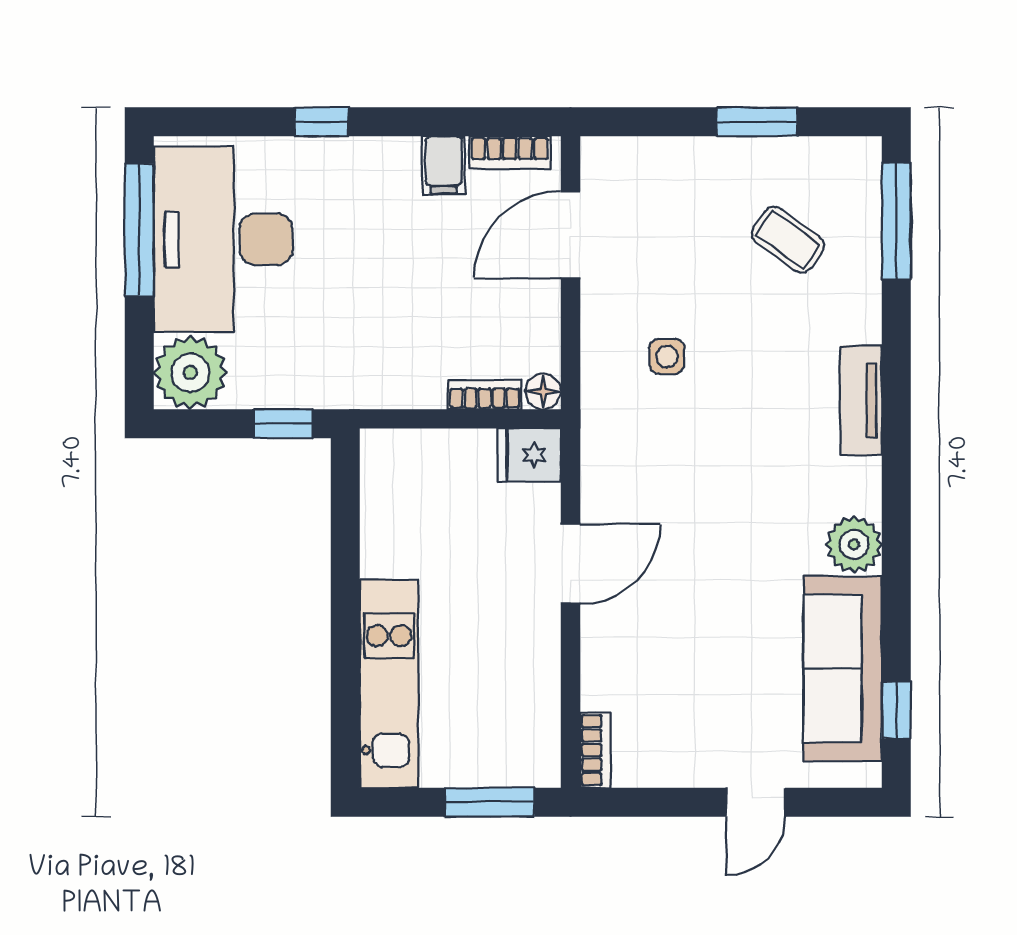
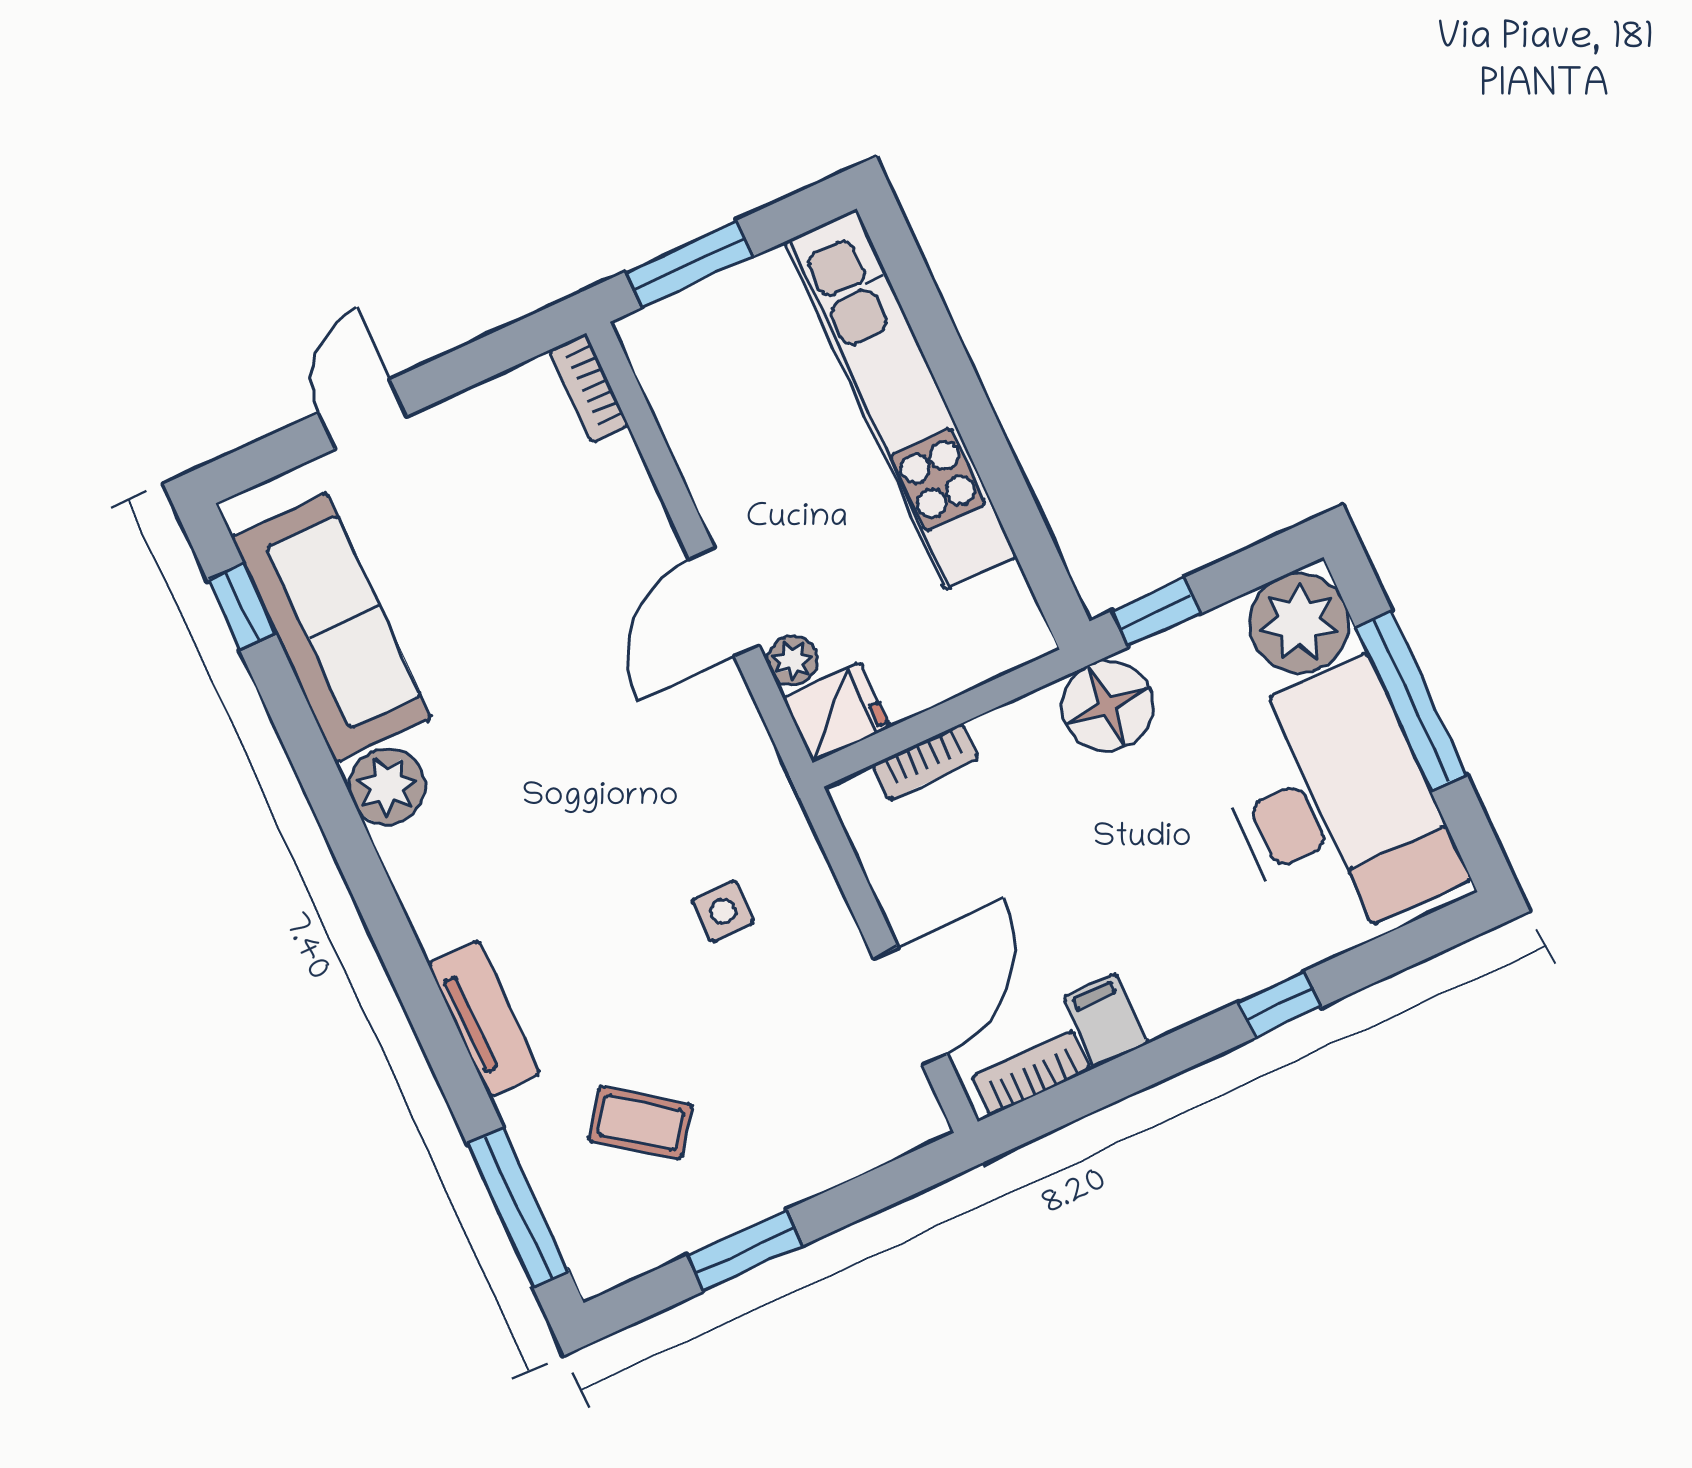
window: (139, 230) -> (1411, 701), moved
floor lamp: (543, 391) -> (1107, 706), moved, width x1.89, depth x1.89
tv unit: (861, 400) -> (484, 1018), moved
plant: (543, 504) -> (793, 661), added
kitchen unit: (389, 684) -> (901, 399), width x1.36

